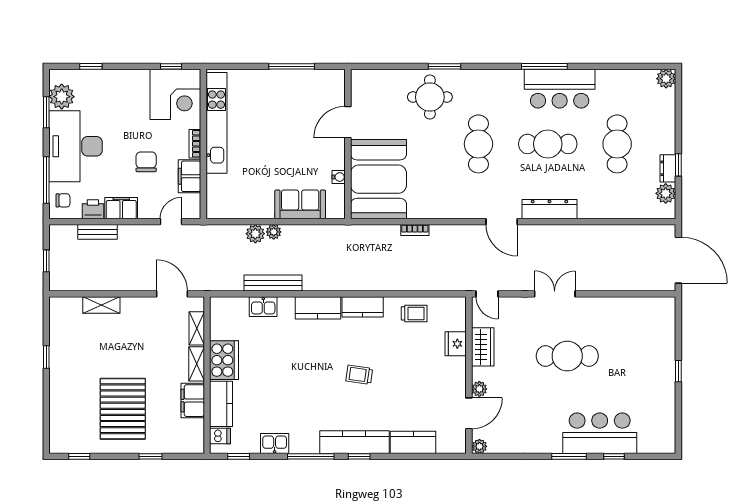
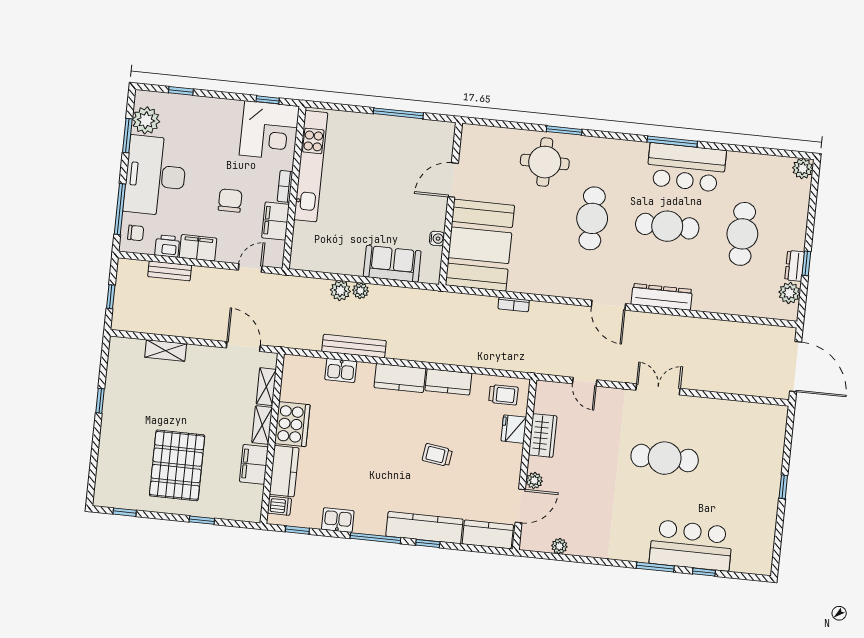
fridge: (456, 344) -> (514, 429), moved
wardrobe: (483, 347) -> (543, 435), moved
wall: (469, 375) -> (525, 465), moved
plant: (479, 389) -> (534, 481), moved
door: (469, 413) -> (520, 506), moved

